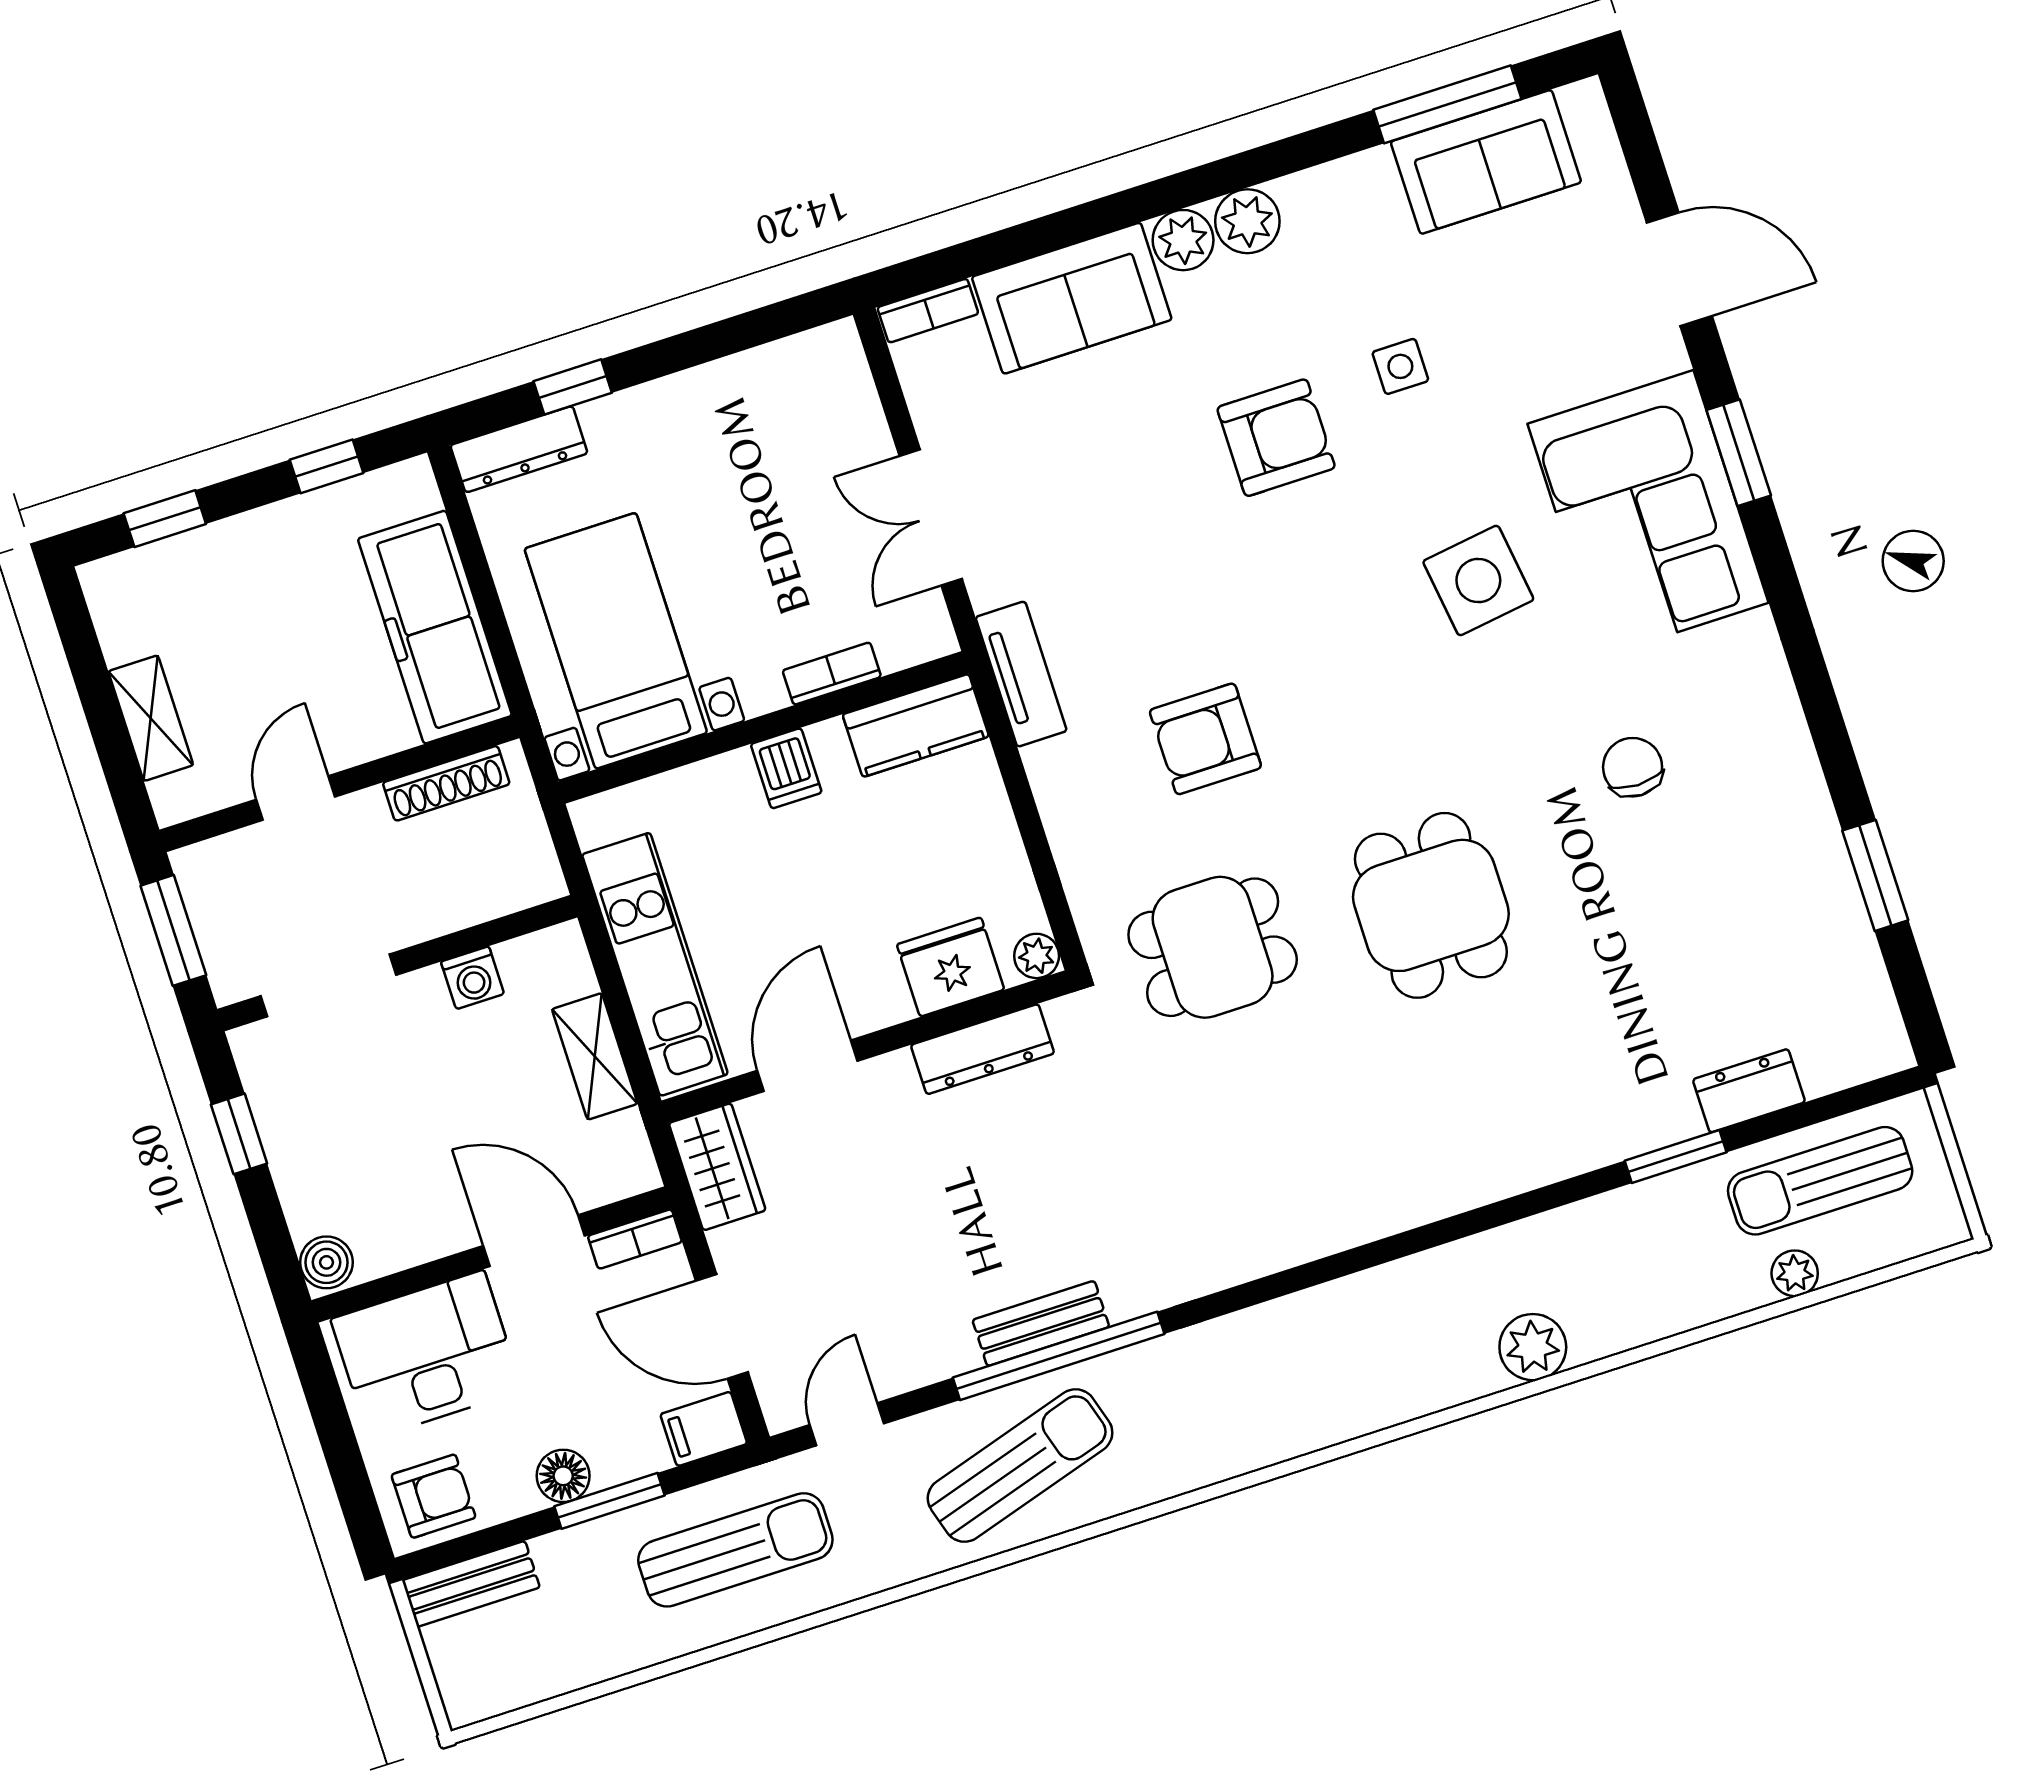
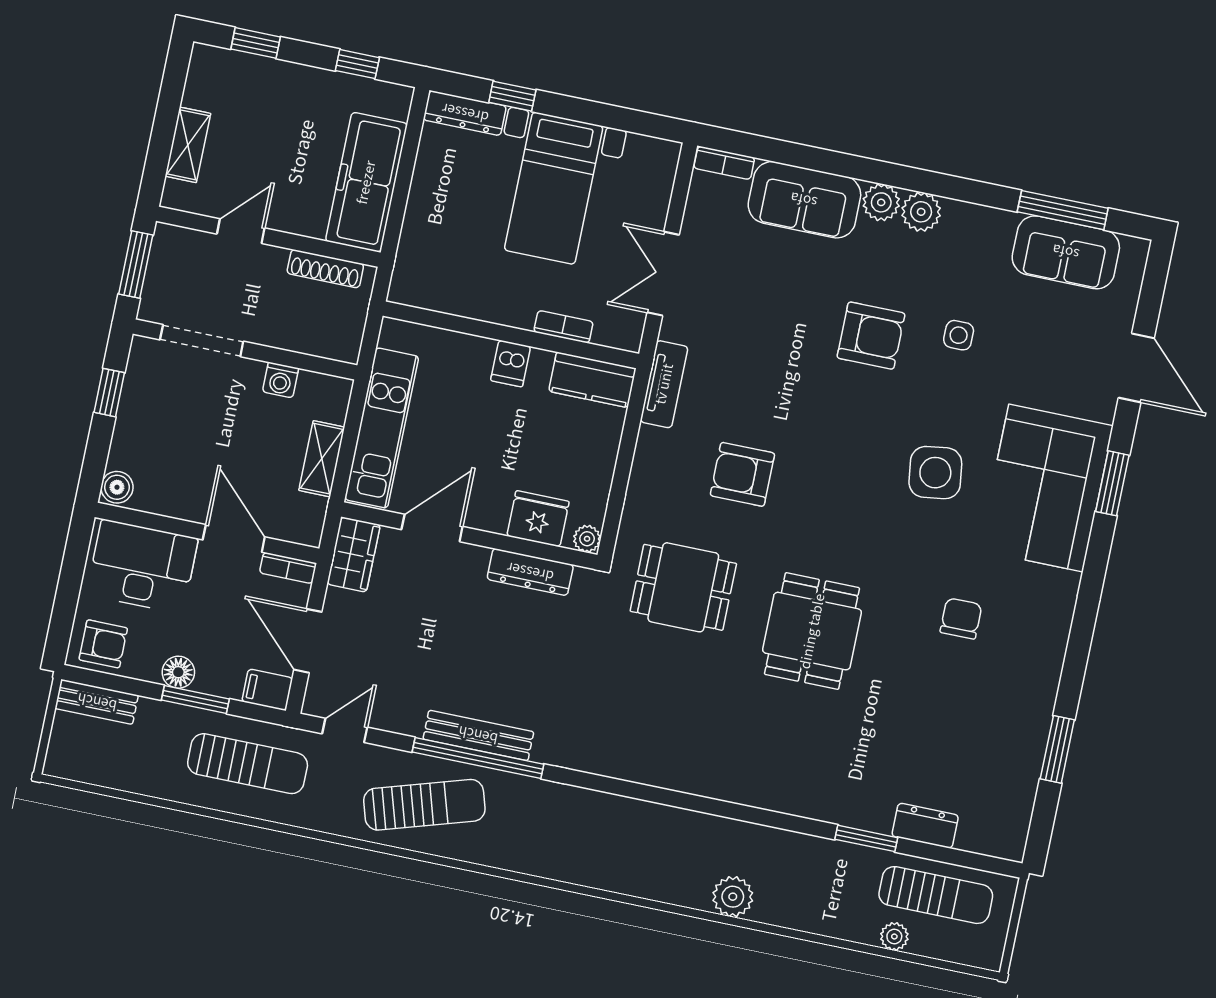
bed with nightstands: (616, 641) -> (554, 188), moved, turned 180
sun lounger: (1820, 1181) -> (936, 895), turned 180
bench: (1041, 1323) -> (478, 735), width x1.36

